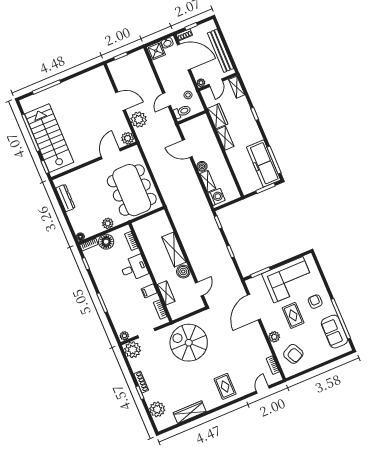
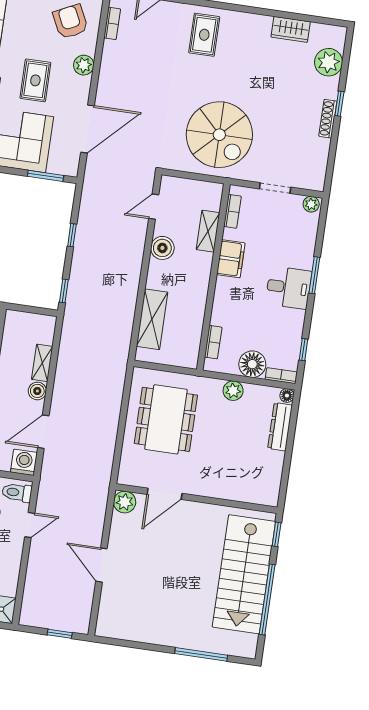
plant: (139, 119) -> (91, 520), removed
door: (187, 148) -> (43, 432), swing flipped
dining table: (132, 190) -> (166, 419), width x0.73, depth x0.80
washing machine: (217, 197) -> (24, 462), moved, turned 90
dresser: (65, 198) -> (280, 427), moved
shelving: (174, 250) -> (152, 319), moved
desk: (134, 268) -> (288, 288), moved, turned 180
filing cabinet: (149, 291) -> (231, 259), width x2.00
plant: (133, 350) -> (311, 176), removed
wardrobe: (190, 412) -> (291, 29), width x0.67

